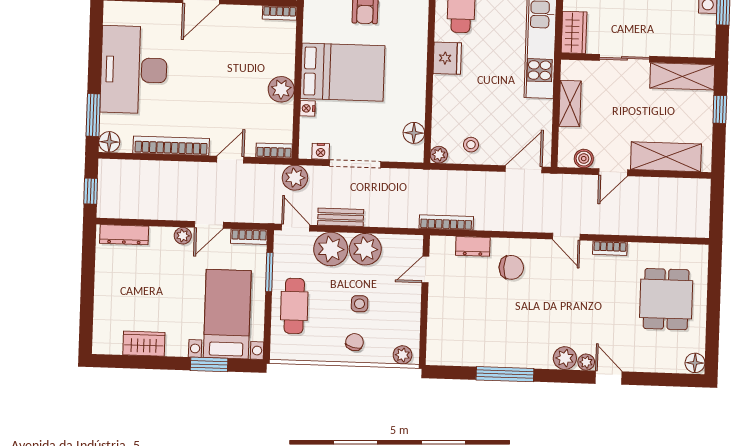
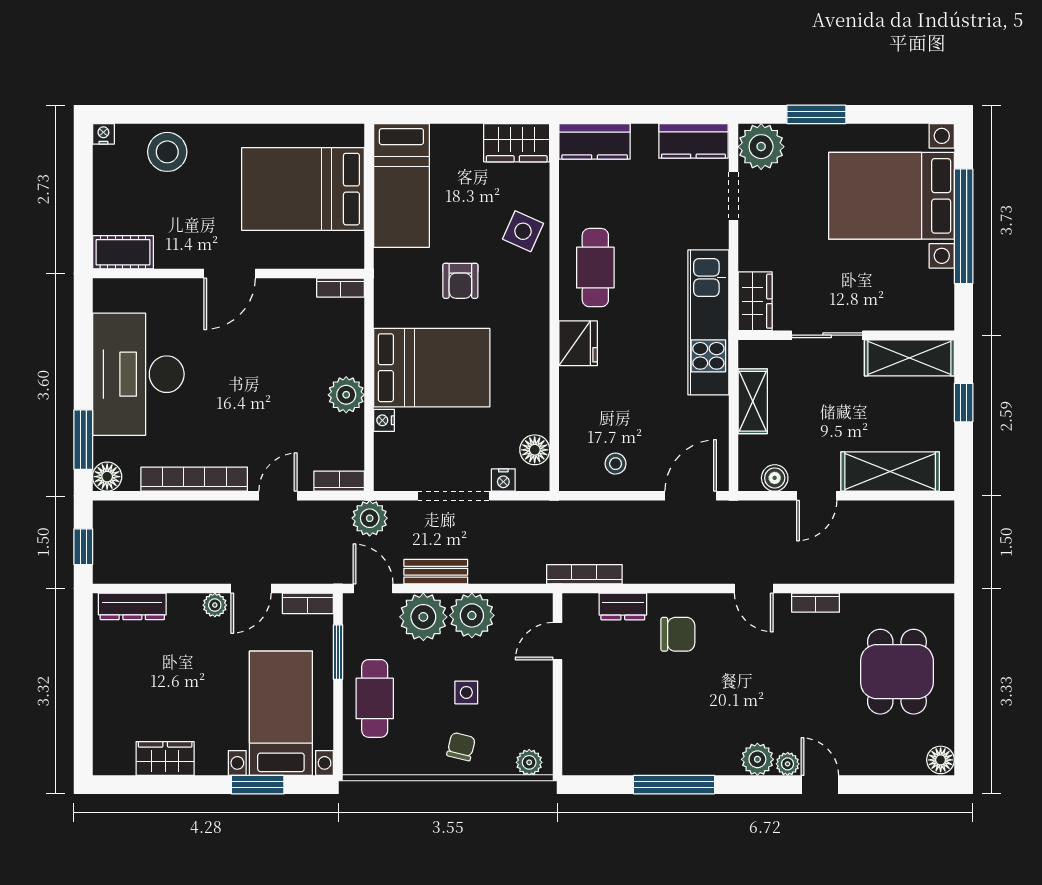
nightstand: (321, 151) -> (503, 480), moved
plant: (439, 155) -> (571, 479), removed

